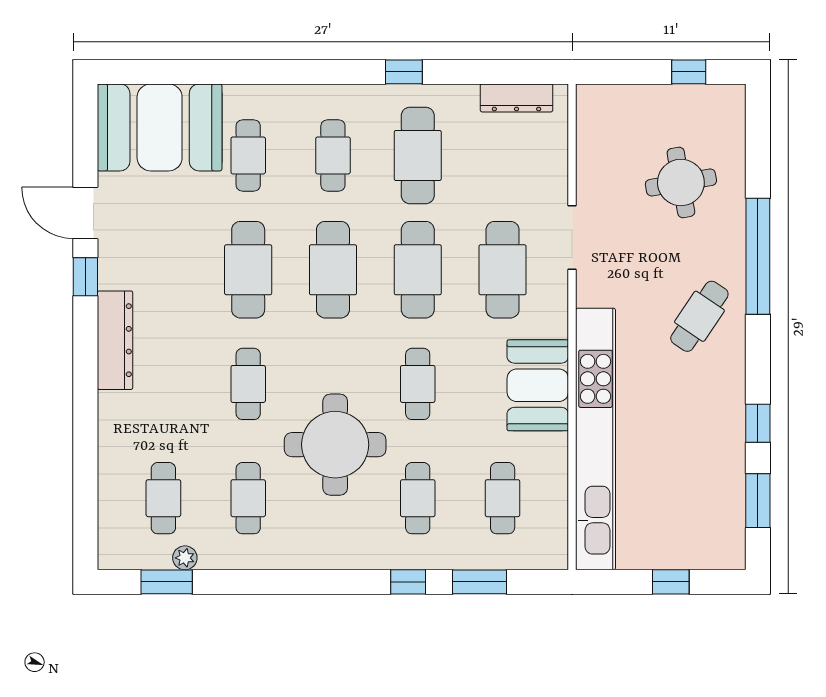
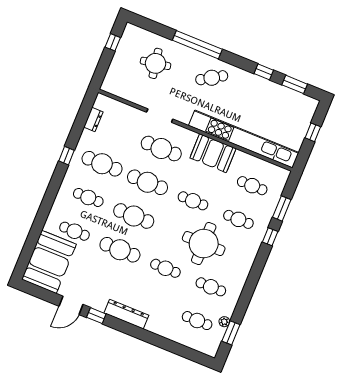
dresser: (517, 98) -> (93, 119), width x0.70
cafe table: (699, 316) -> (212, 78), turned -66

